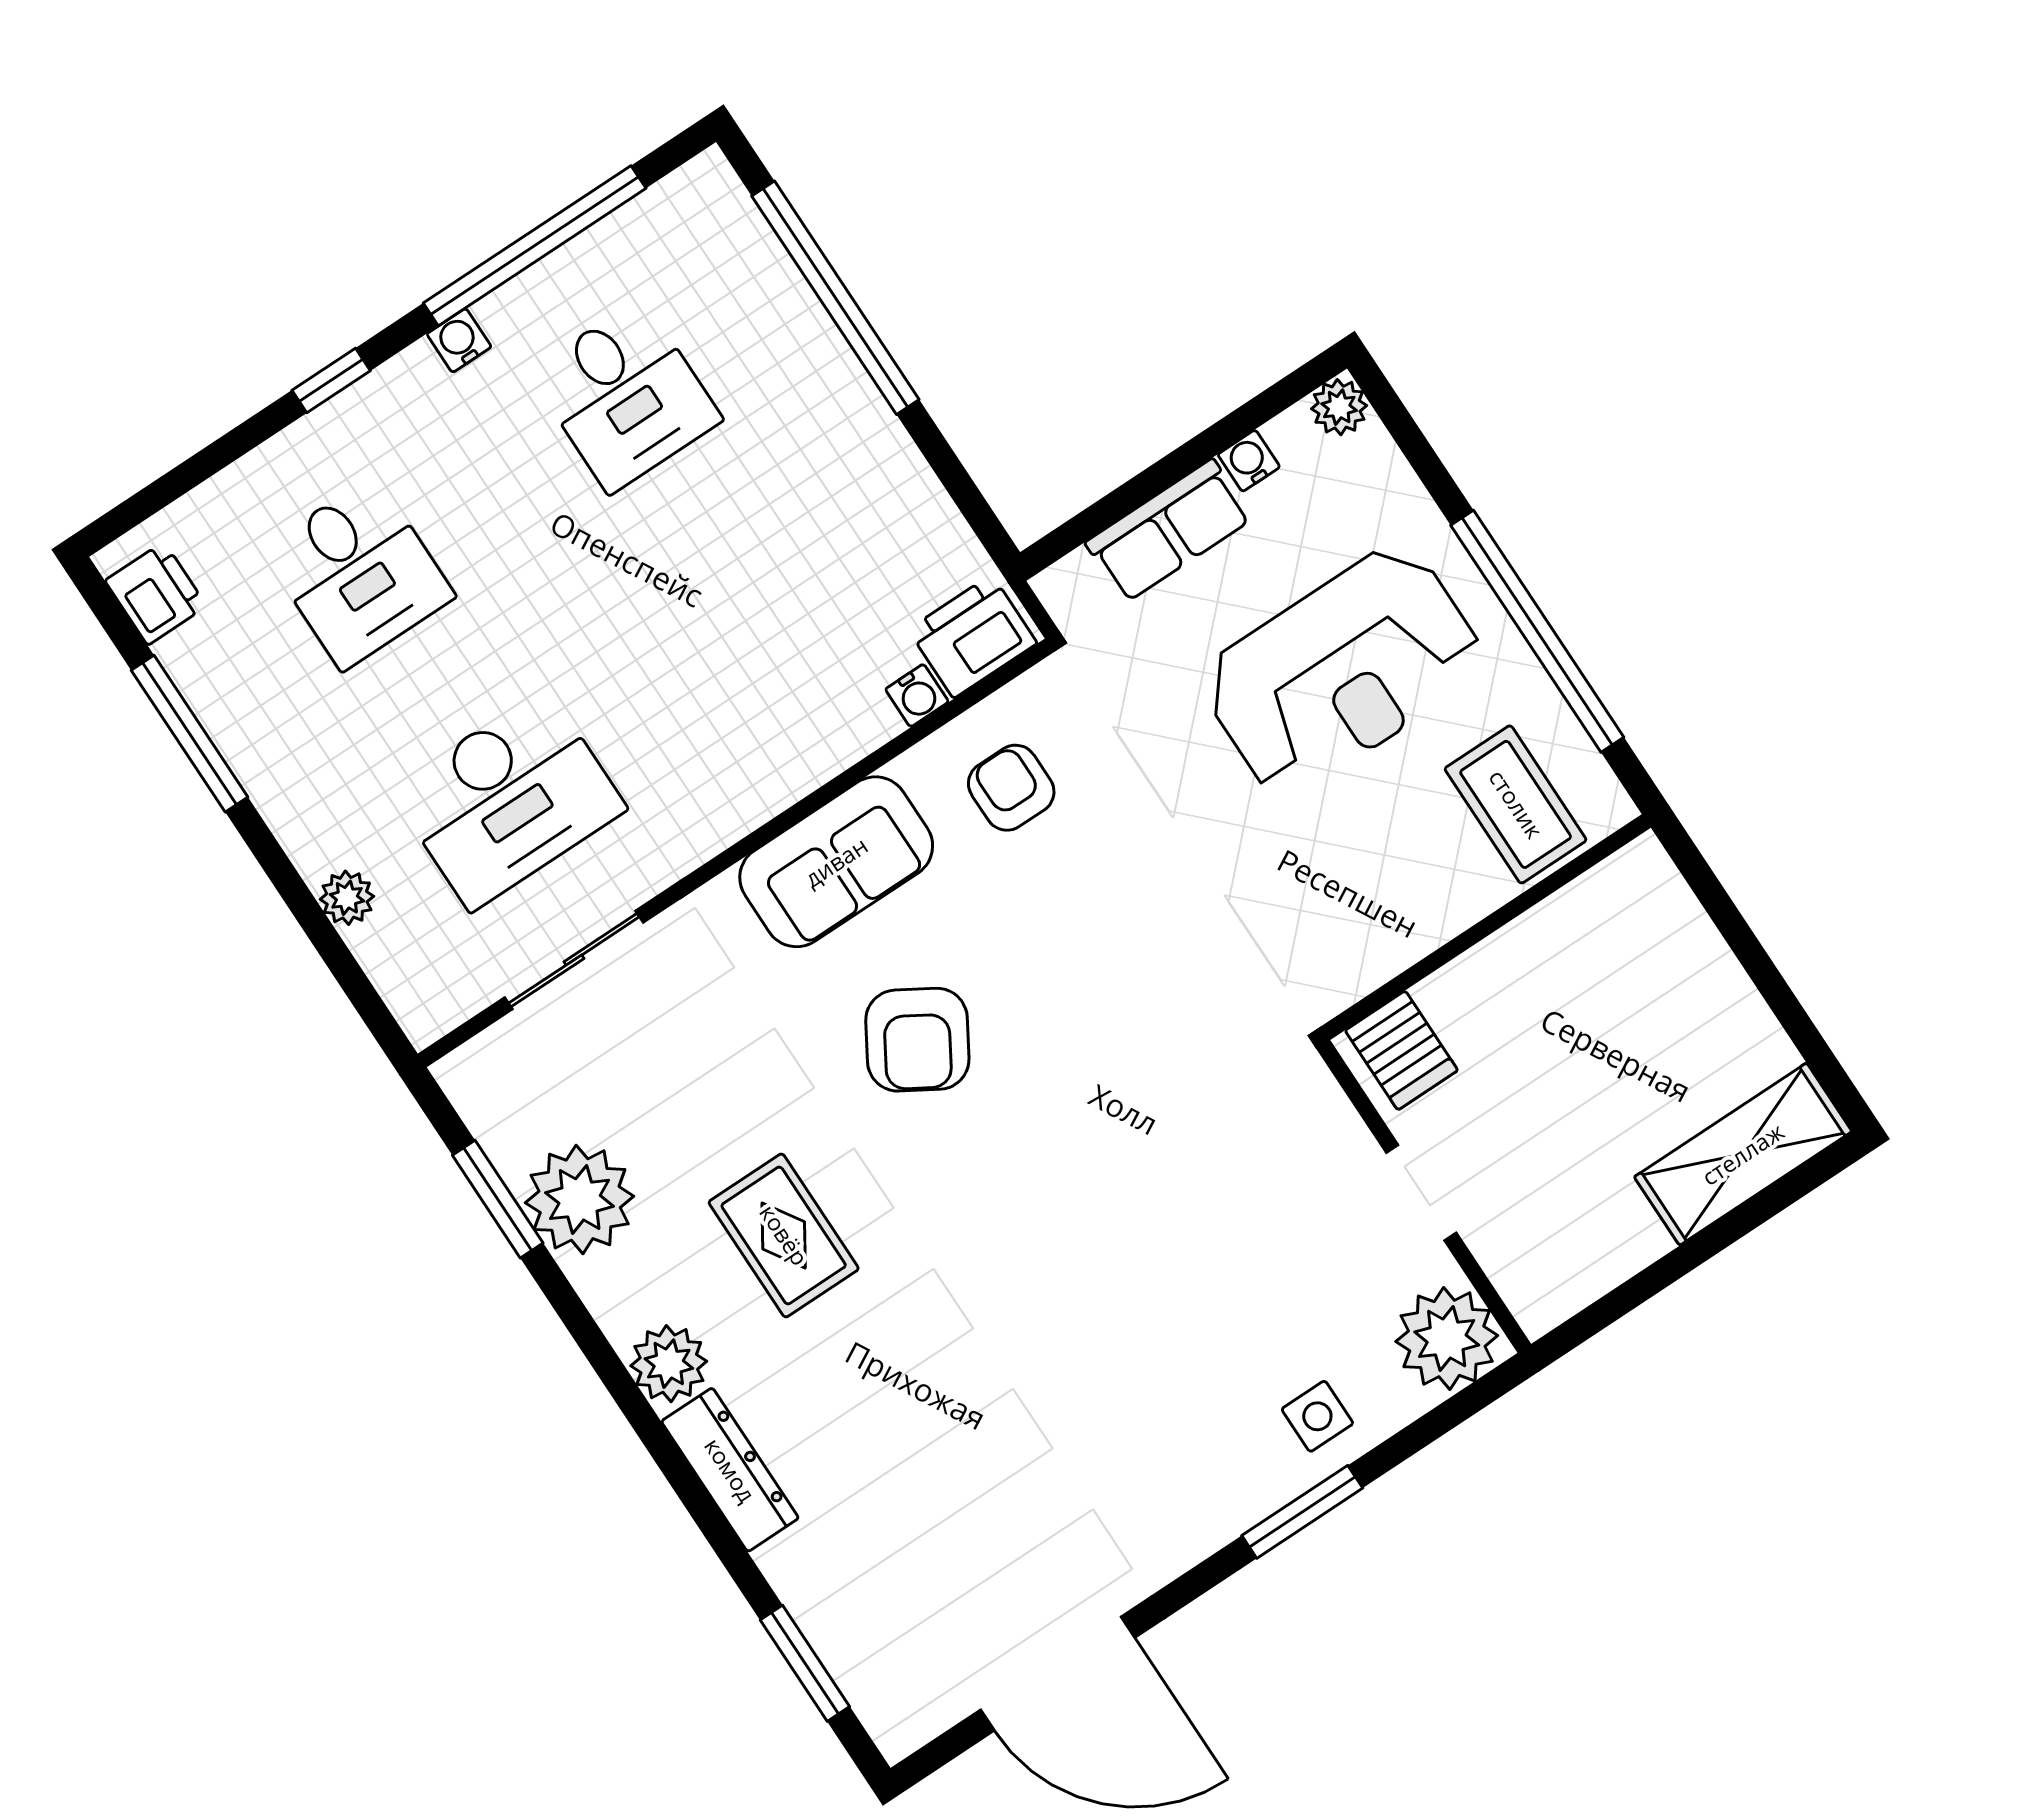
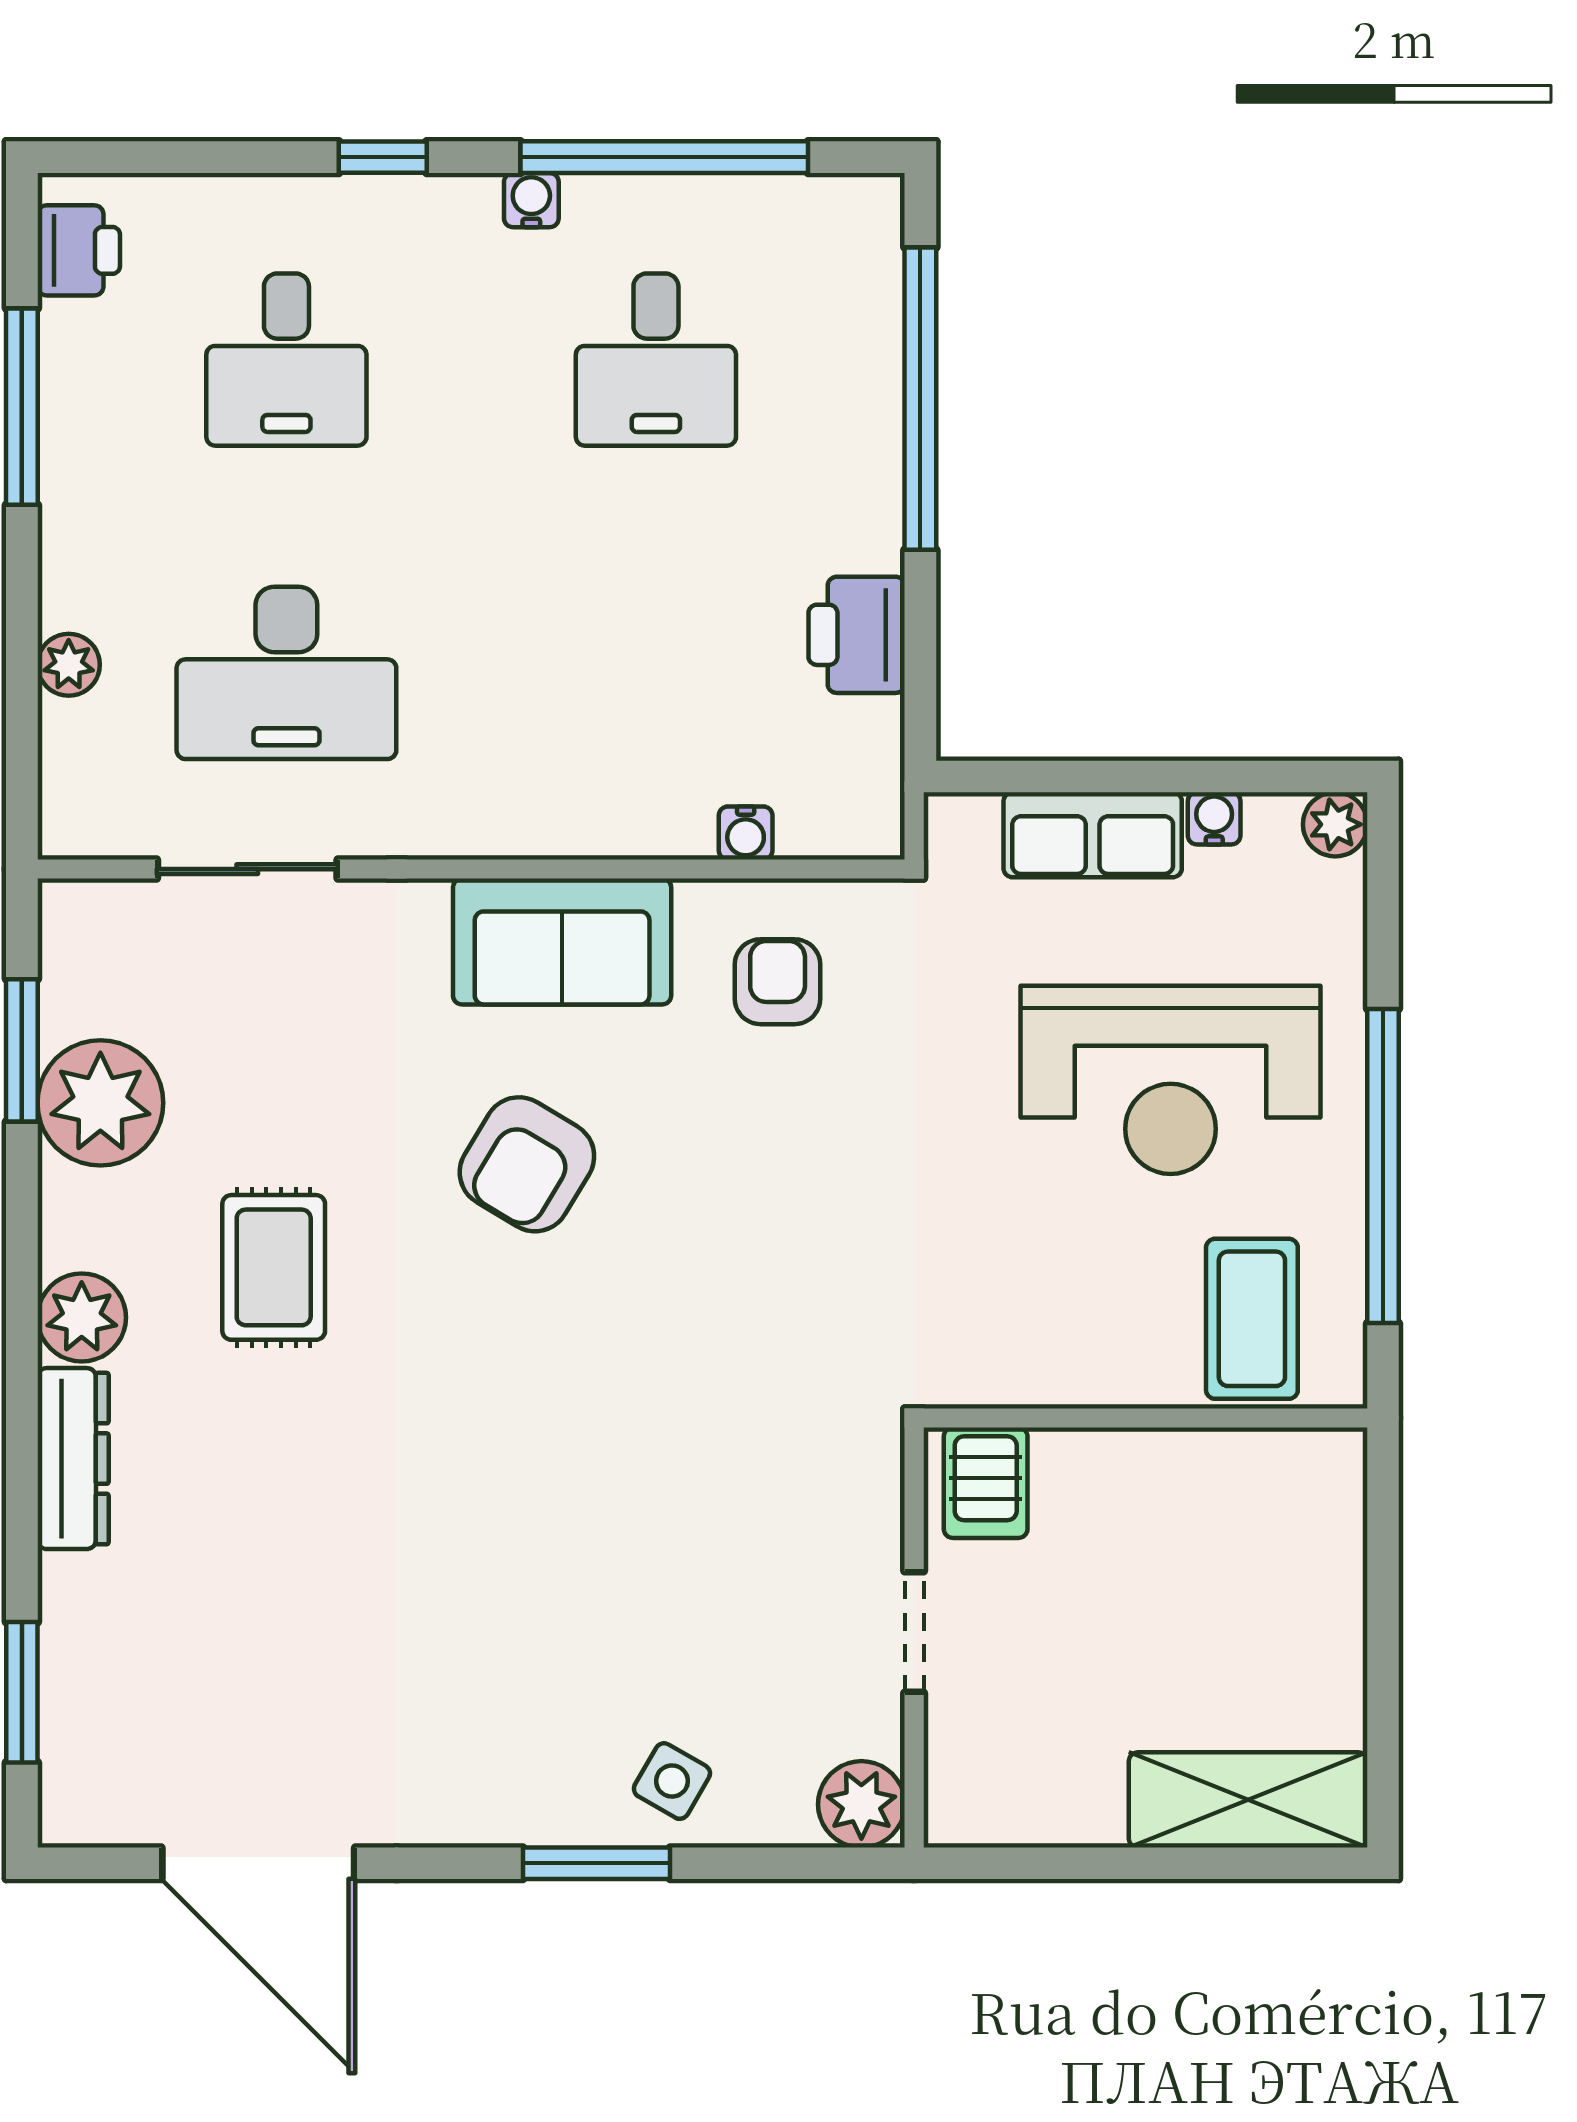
printer: (973, 636) -> (857, 635), moved, turned -90
plant: (1447, 1339) -> (861, 1804), width x0.73, depth x0.73
side table: (1317, 1416) -> (672, 1781), turned 30

